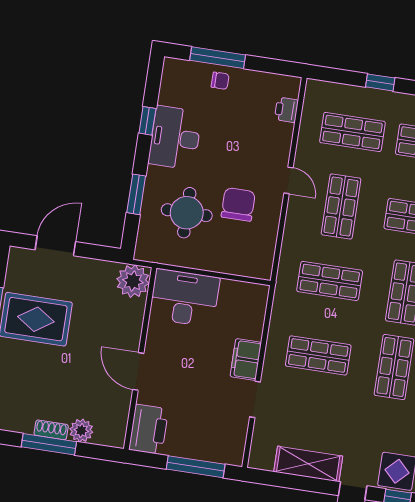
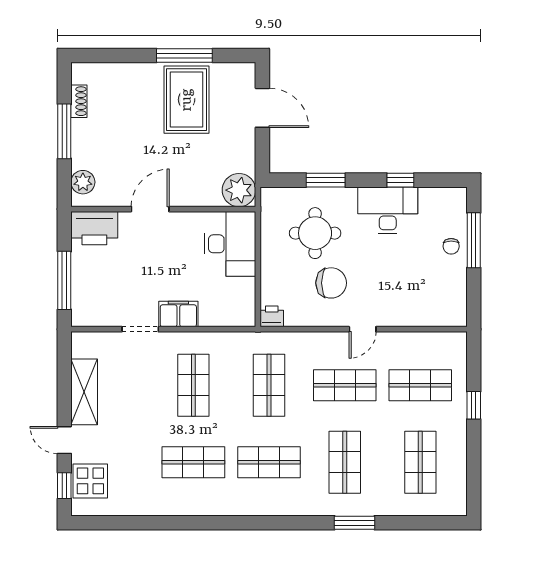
printer: (286, 110) -> (272, 316), moved
shop shelf: (352, 132) -> (420, 385), turned 90
shoe rack: (51, 430) -> (79, 101), moved
plant: (81, 431) -> (83, 182), moved

